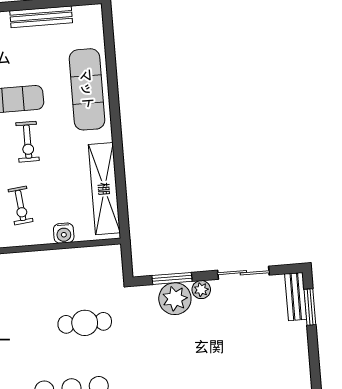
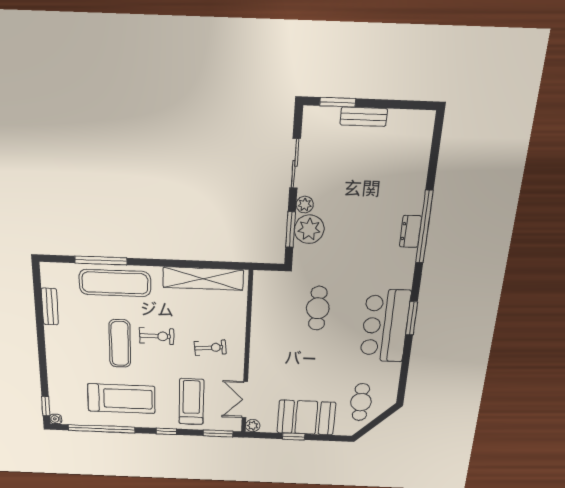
bench: (41, 17) -> (50, 307), width x0.73
window: (112, 72) -> (101, 260), added
water cooler: (64, 233) -> (238, 316), removed
bench: (296, 297) -> (364, 117), moved

